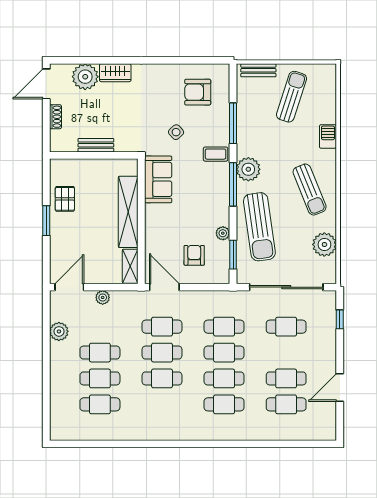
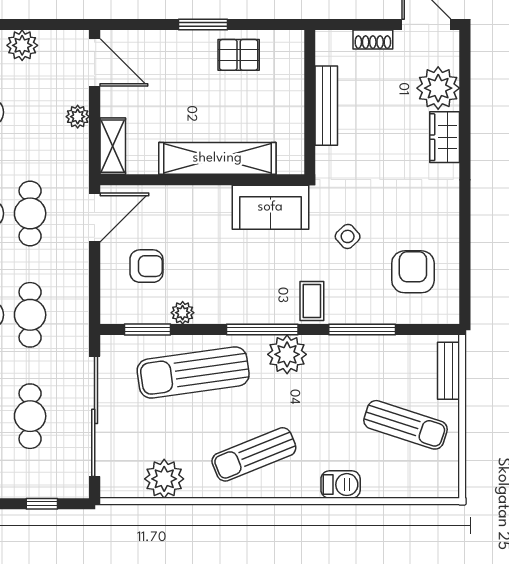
bench: (96, 145) -> (326, 106), width x1.36
shelving: (130, 266) -> (113, 146), moved, turned 90

